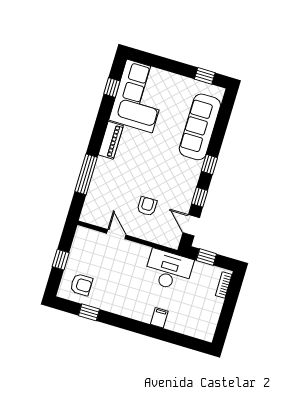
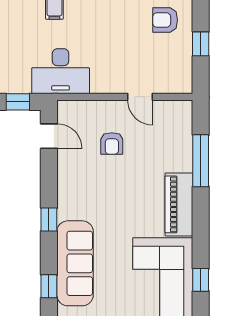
piano: (111, 140) -> (179, 204), width x1.37, depth x1.33
window: (200, 197) -> (49, 286), moved

